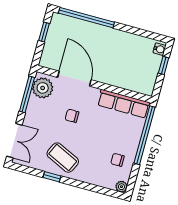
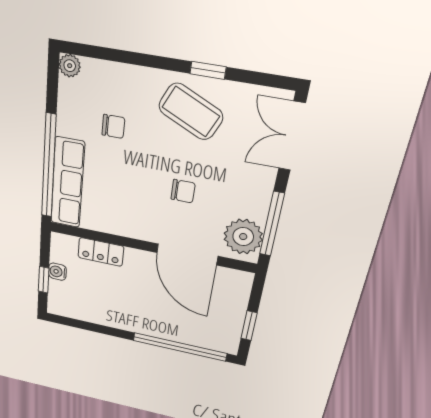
water cooler: (159, 49) -> (57, 272), moved
locker: (124, 82) -> (101, 252), added
row of seats: (124, 104) -> (67, 183), moved, turned 90
chair: (117, 160) -> (113, 126), moved

